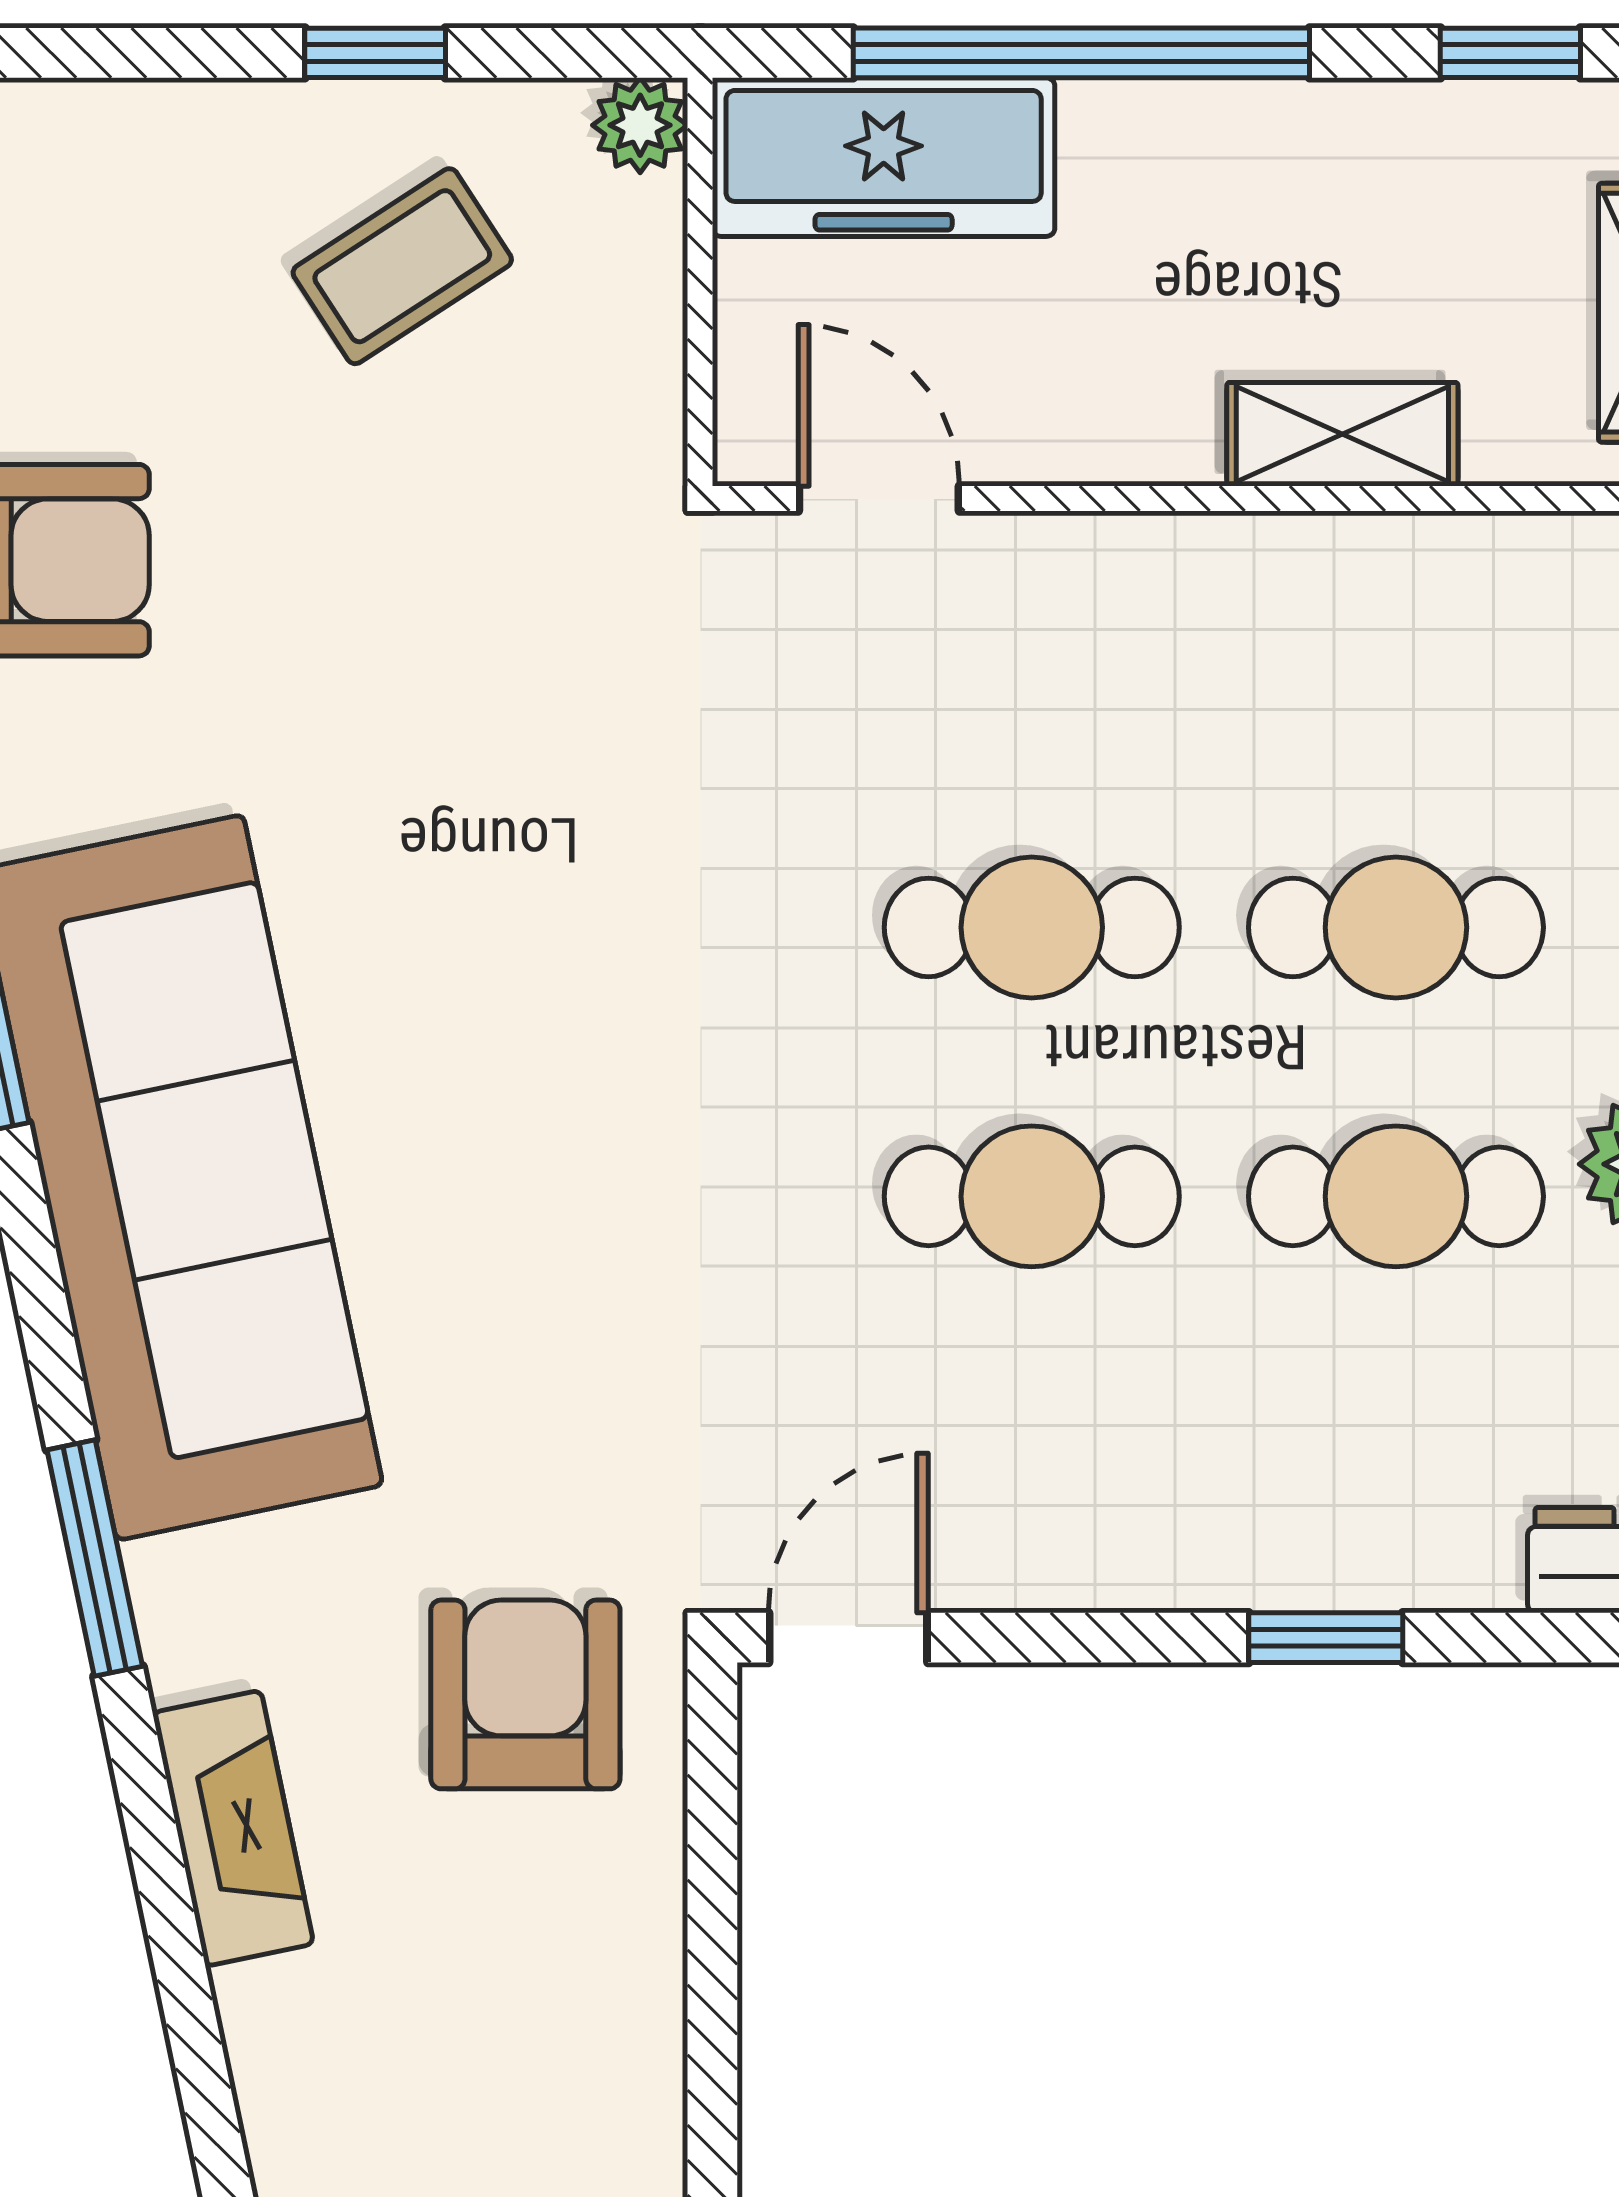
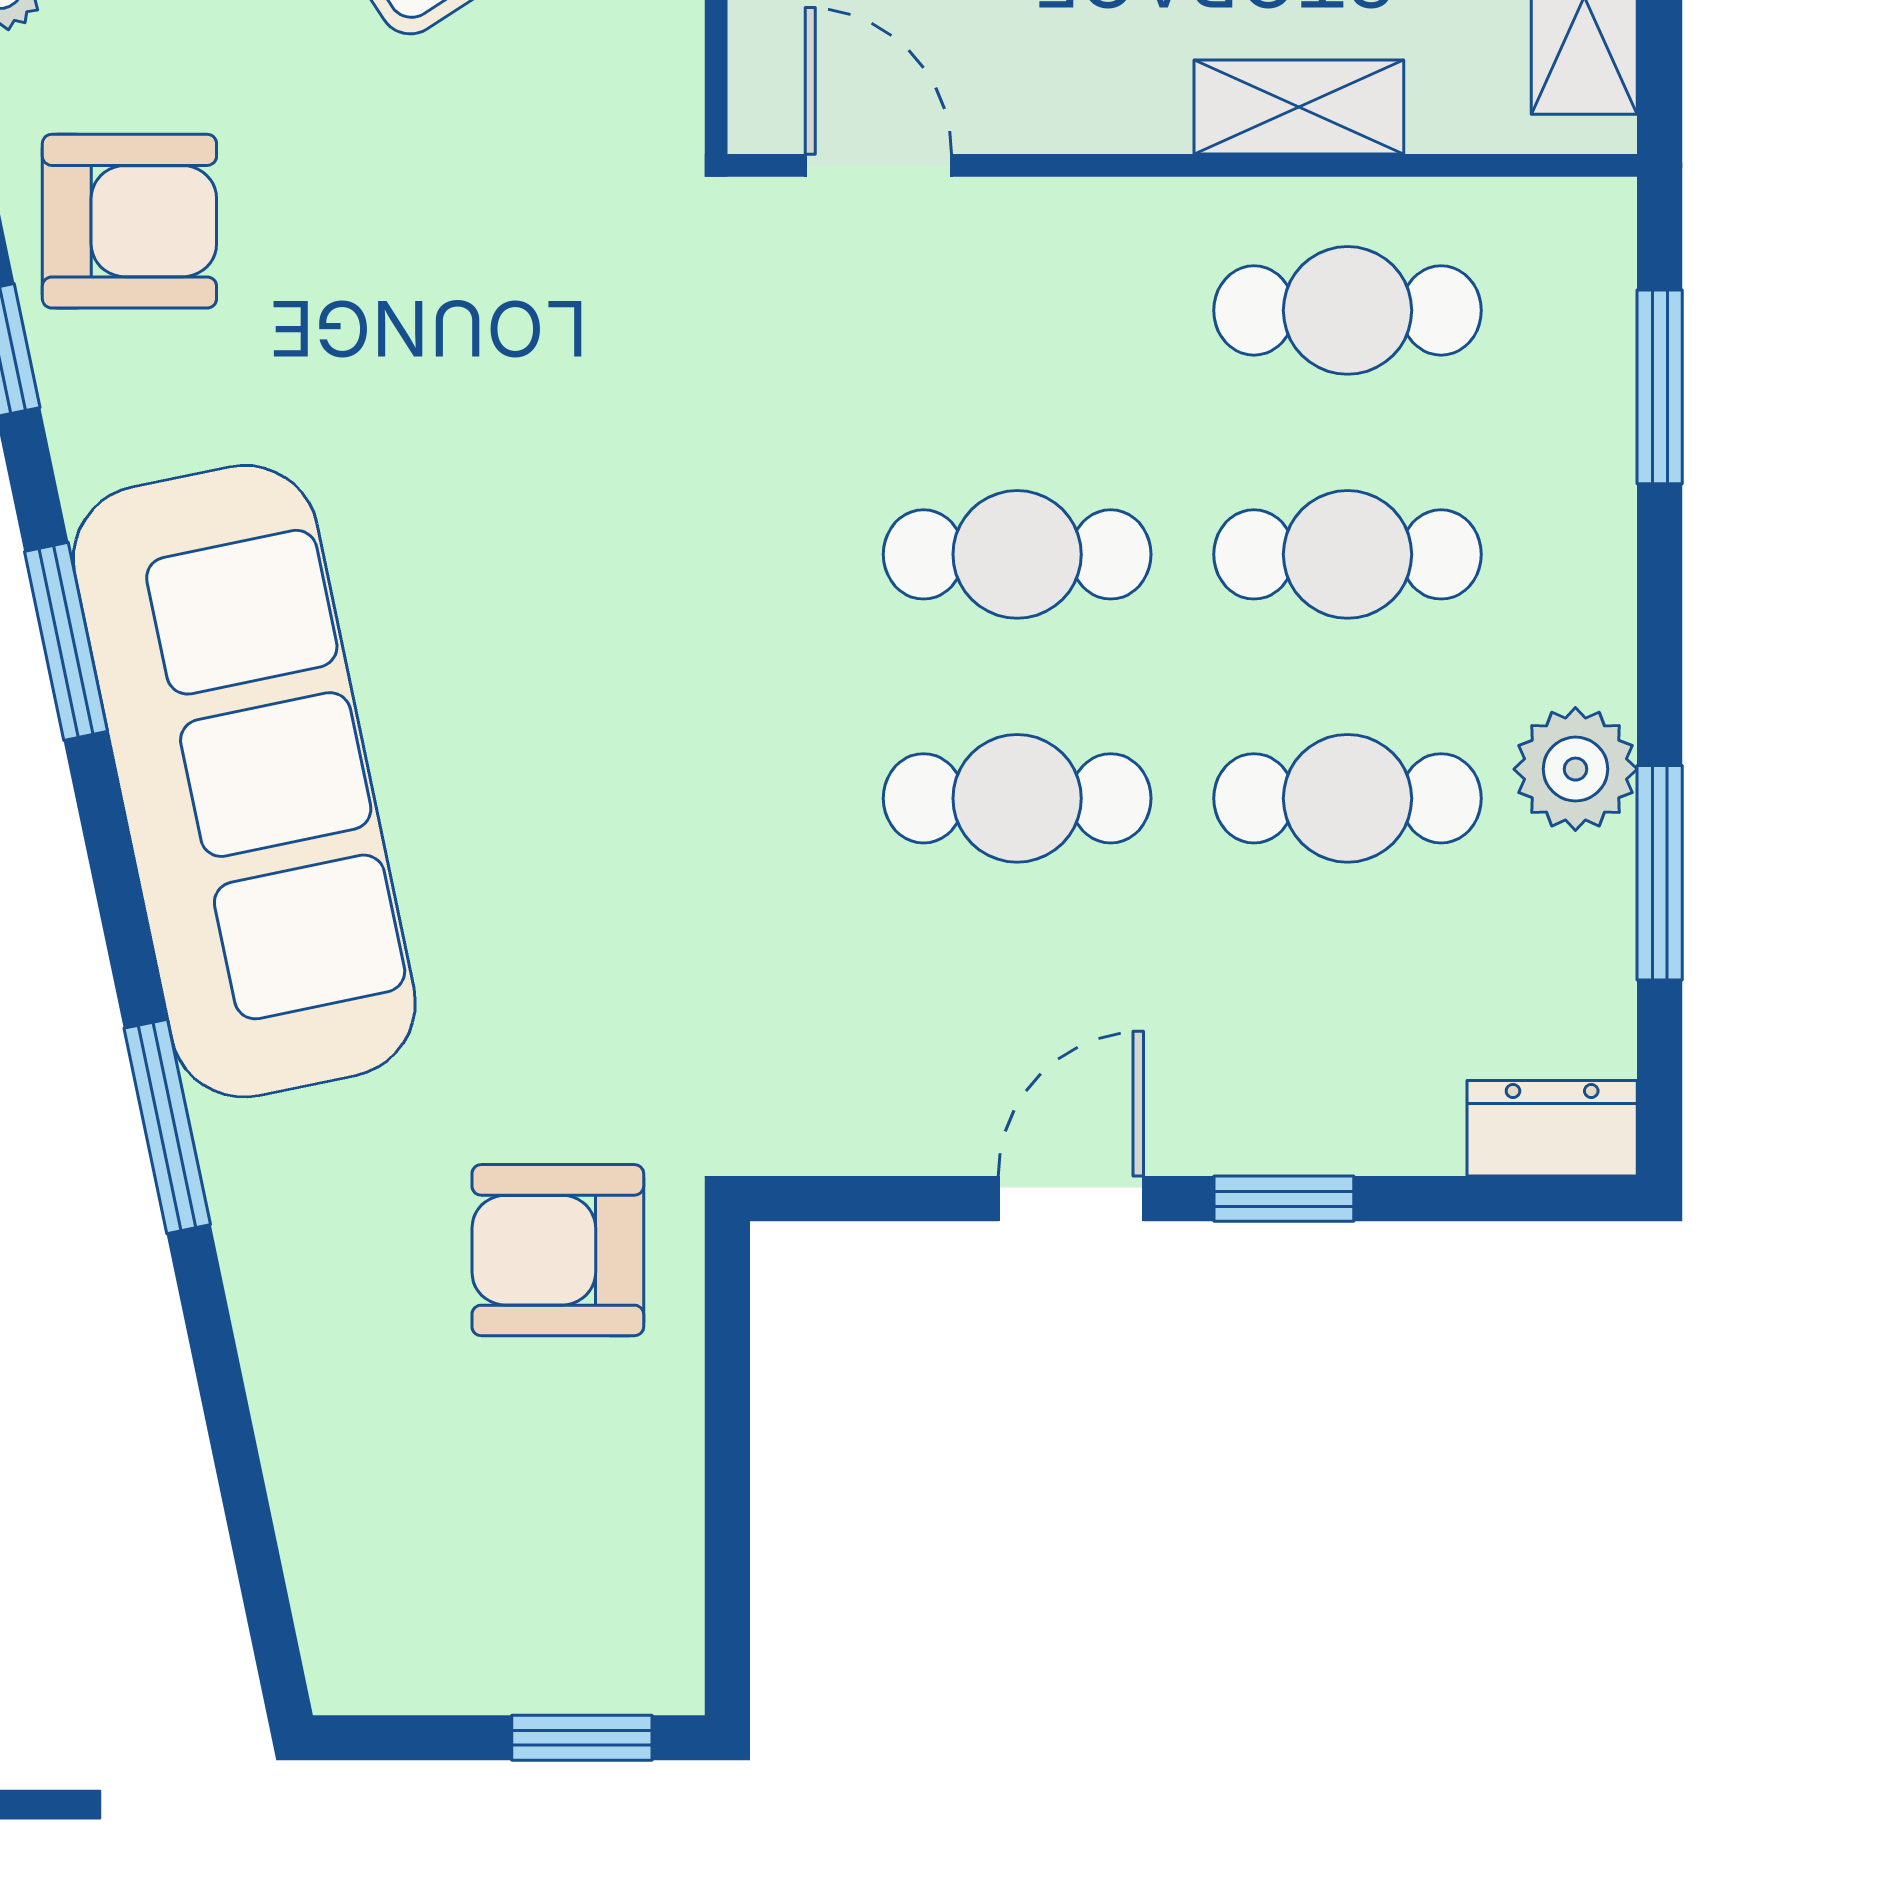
cafe table: (1396, 659) -> (1348, 310), added
door: (848, 1638) -> (1071, 1199), moved
armchair: (525, 1694) -> (558, 1250), turned -90
fireplace: (233, 1828) -> (293, 1372), removed

